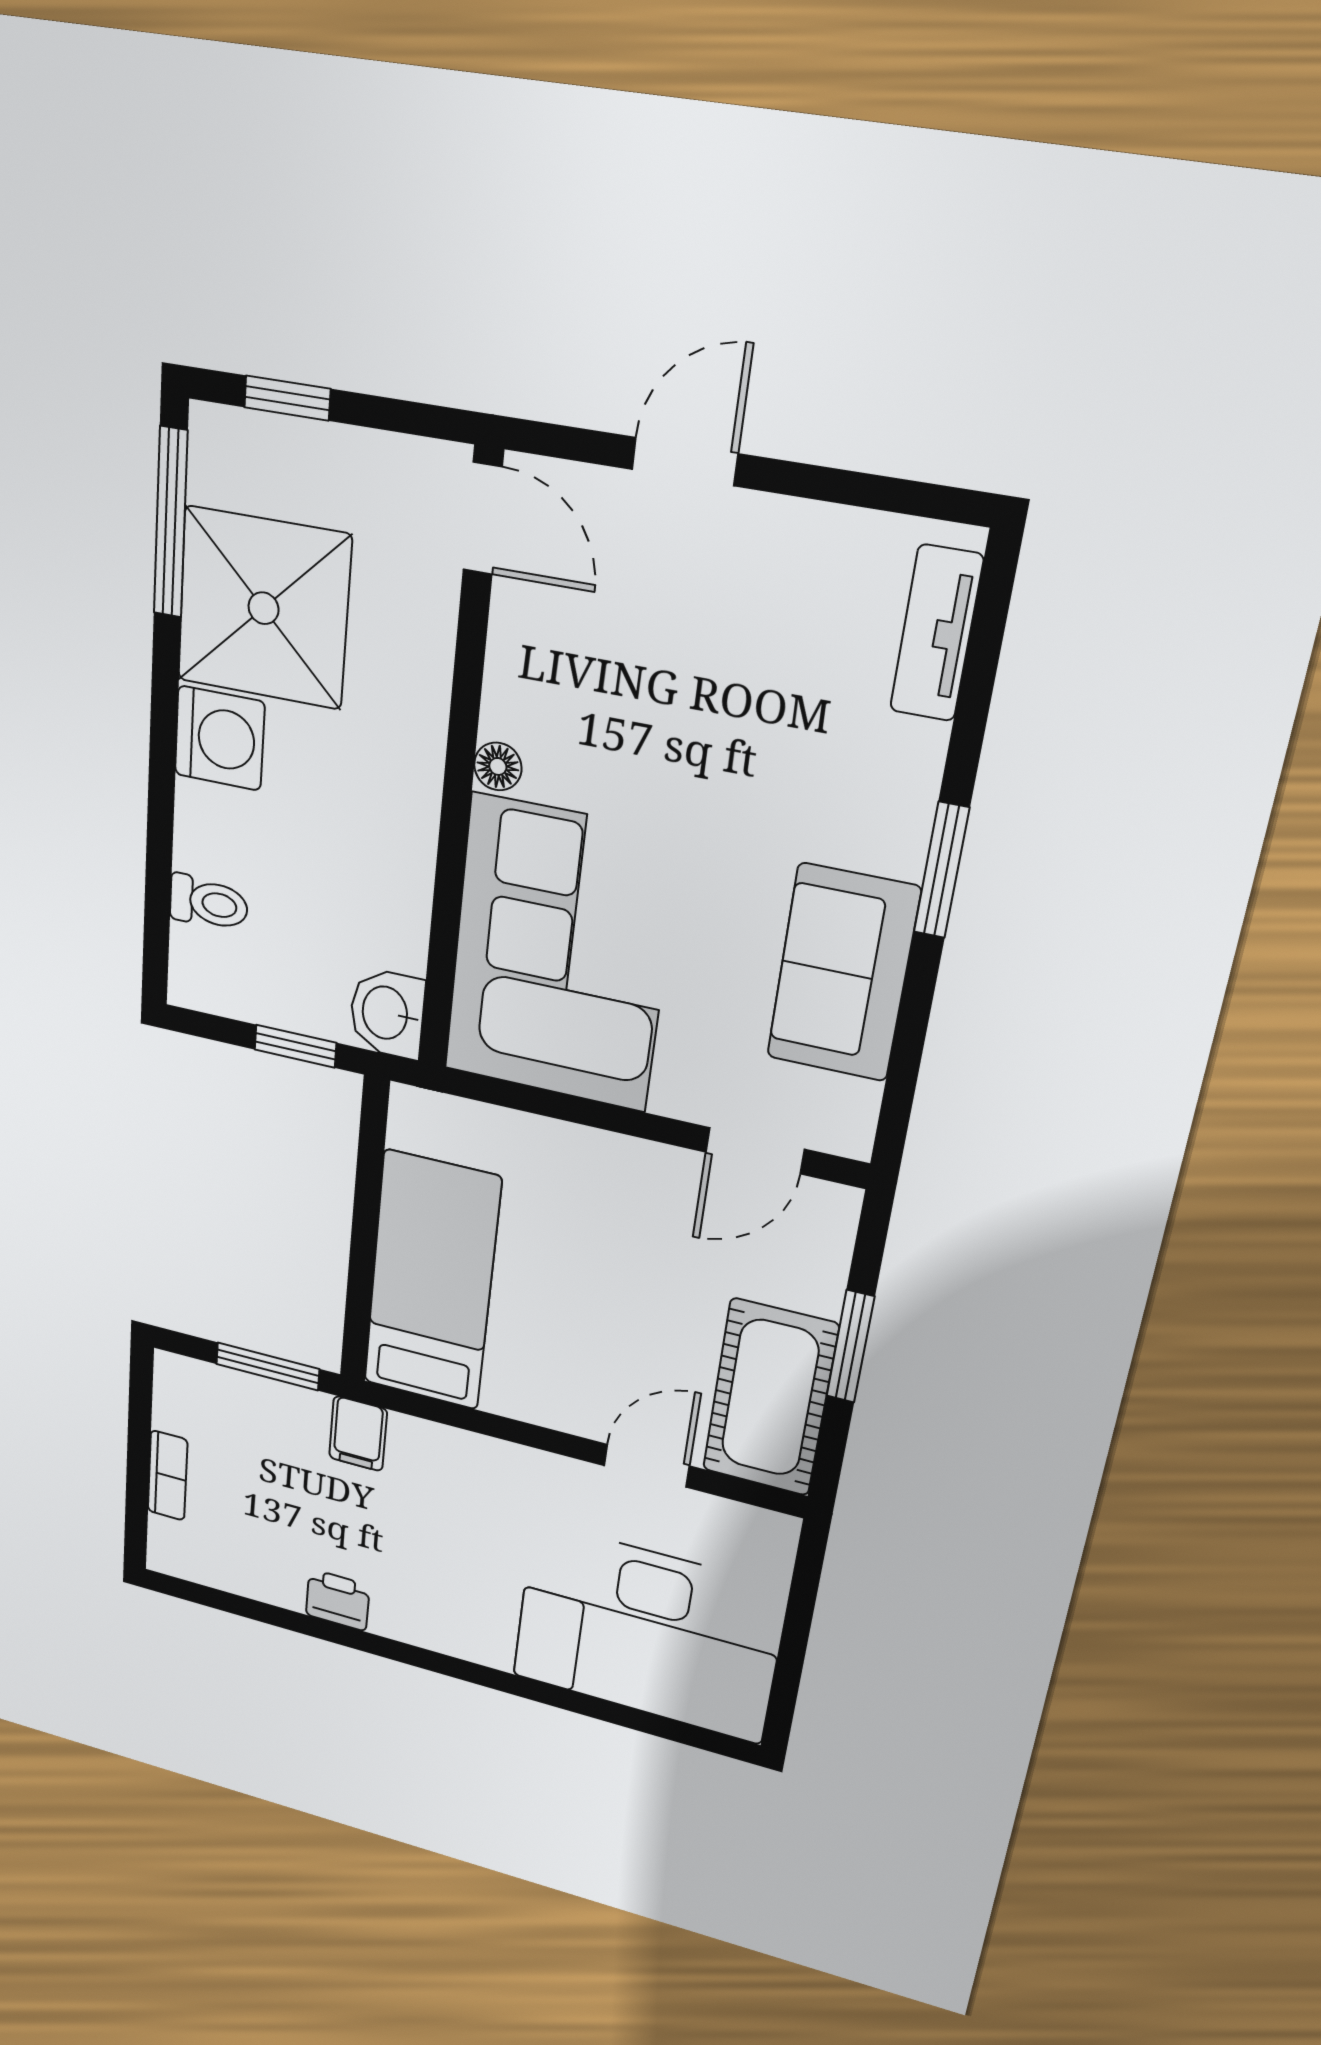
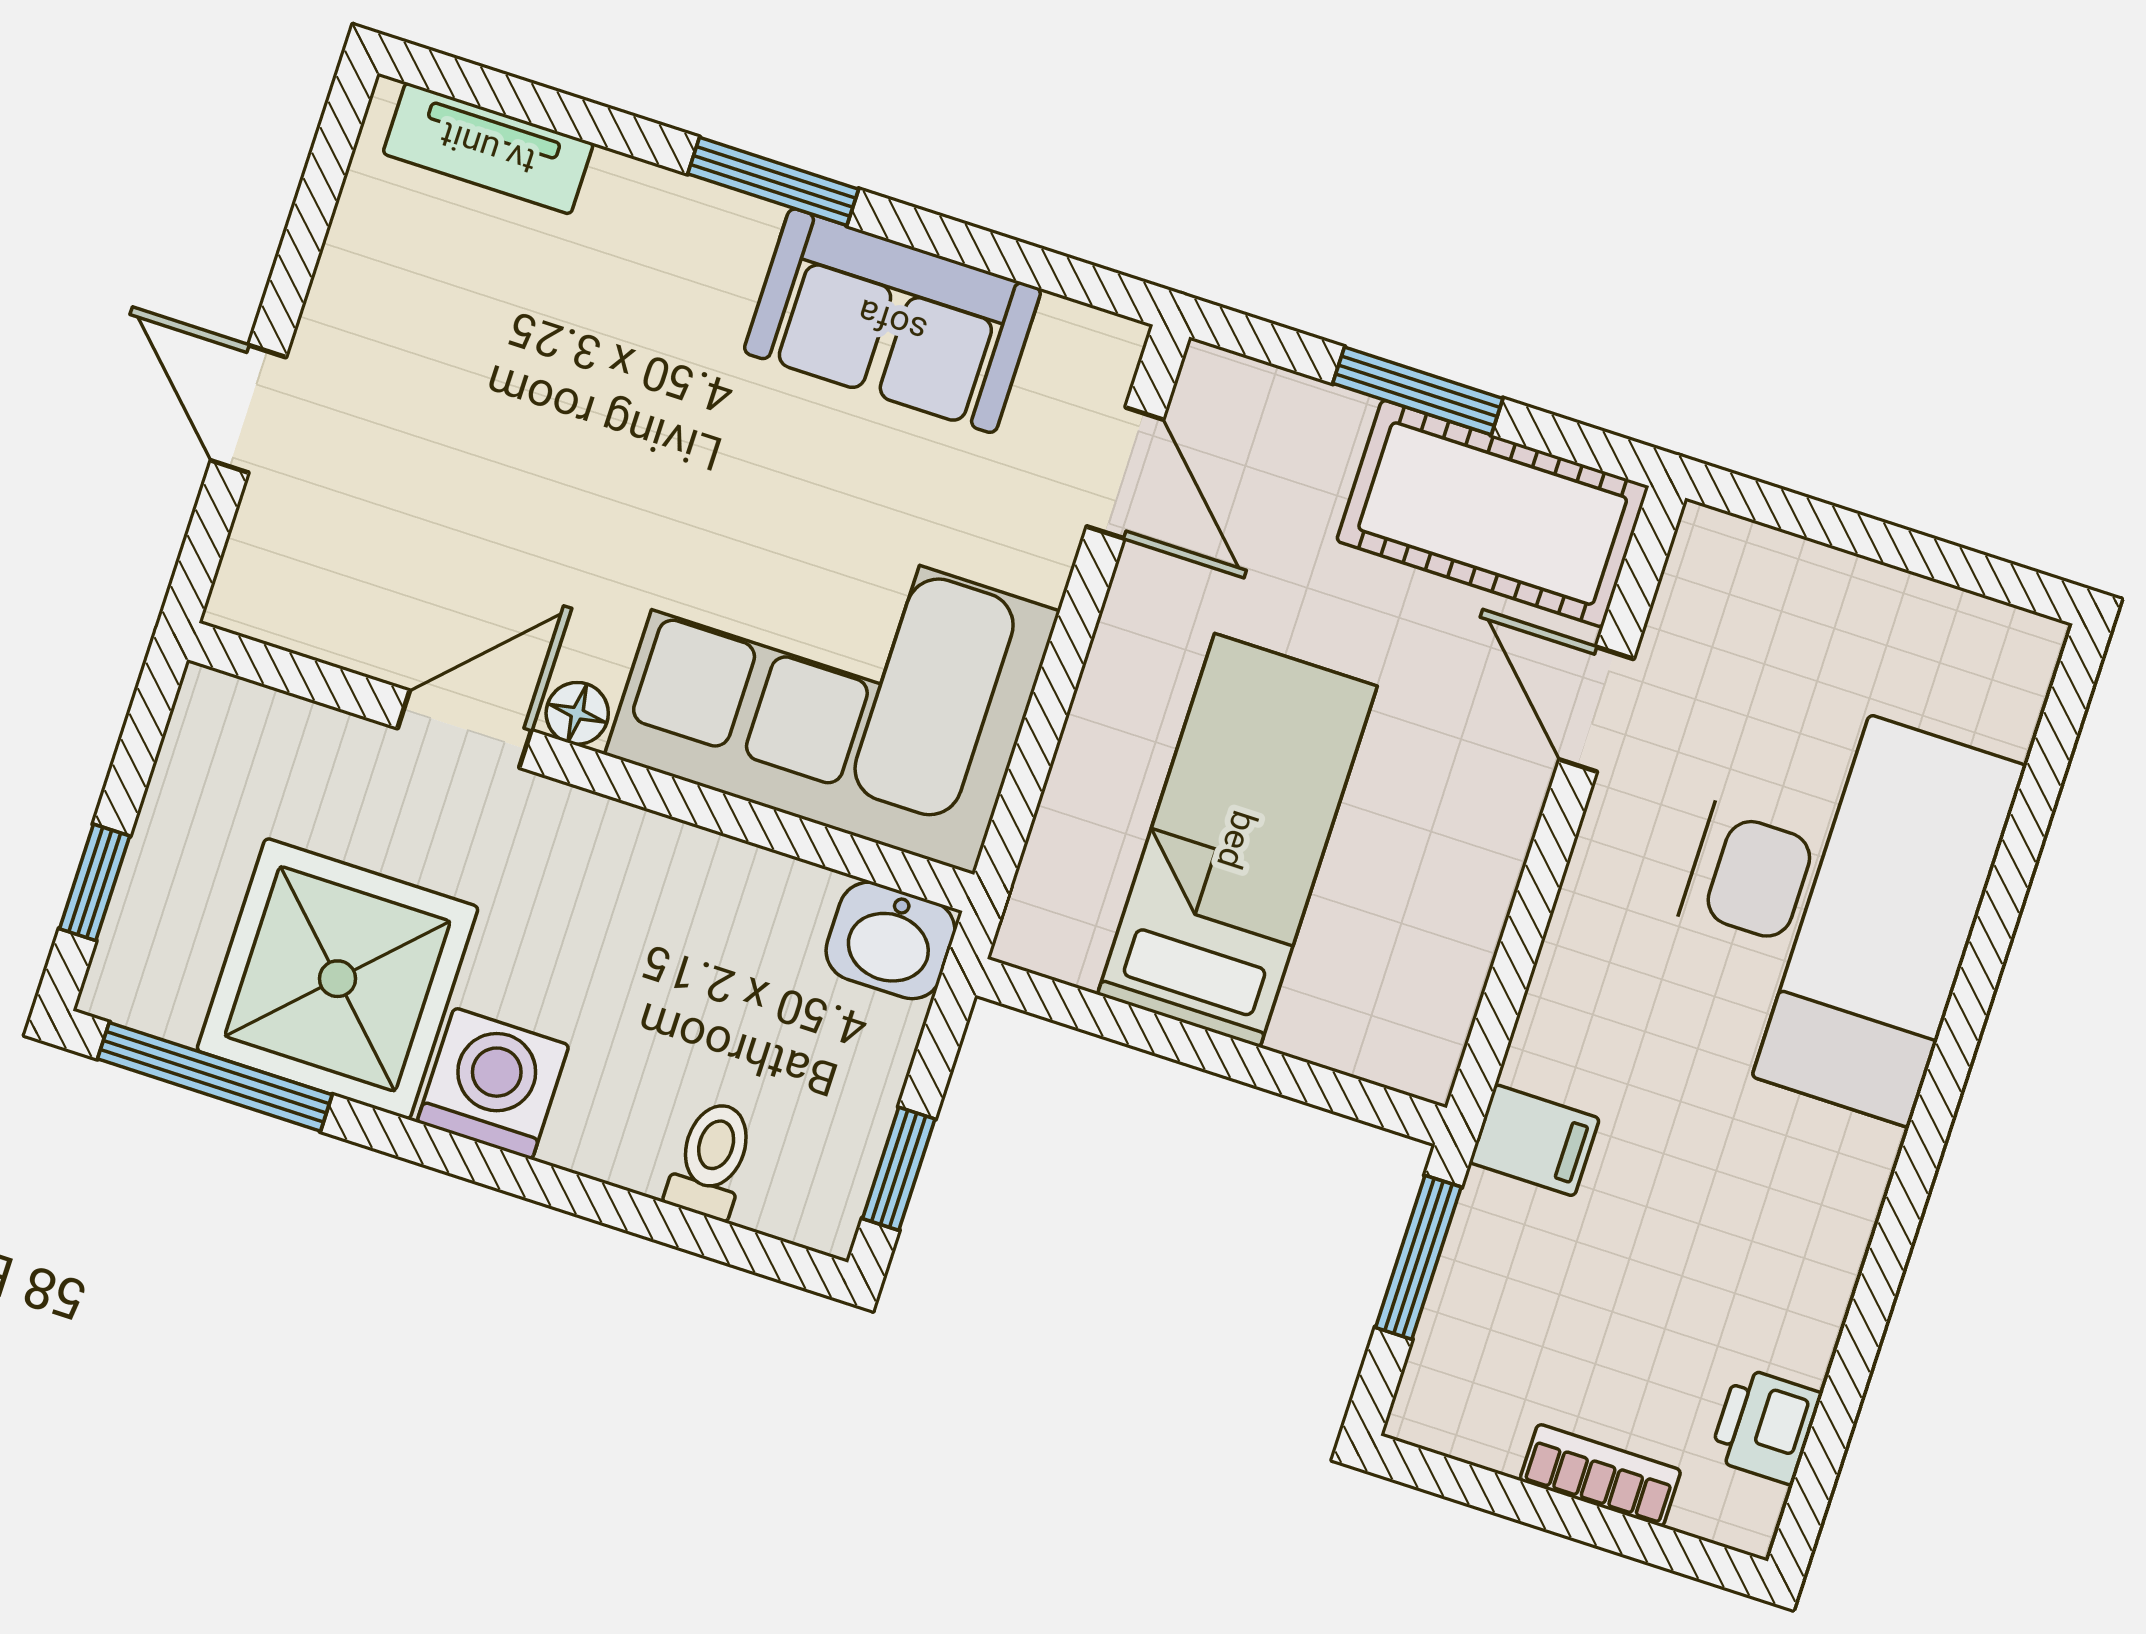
door: (483, 518) -> (465, 729), moved
window: (295, 1046) -> (899, 1169), moved
bed: (432, 1282) -> (1237, 840), moved, turned 90
printer: (338, 1600) -> (1765, 1426), moved
desk: (648, 1633) -> (1832, 903), moved

